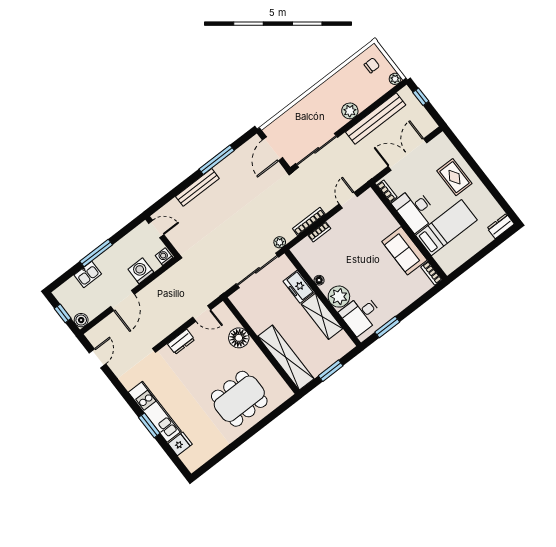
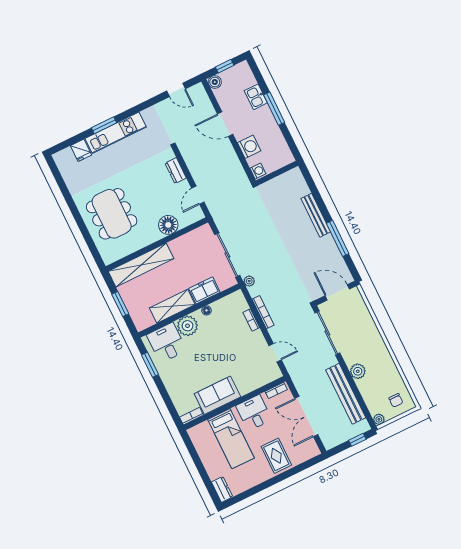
double door: (407, 154) -> (306, 416), swing flipped
rug: (454, 177) -> (276, 456), turned 90
desk: (415, 210) -> (254, 413), width x0.73
door: (156, 229) -> (285, 169), removed

